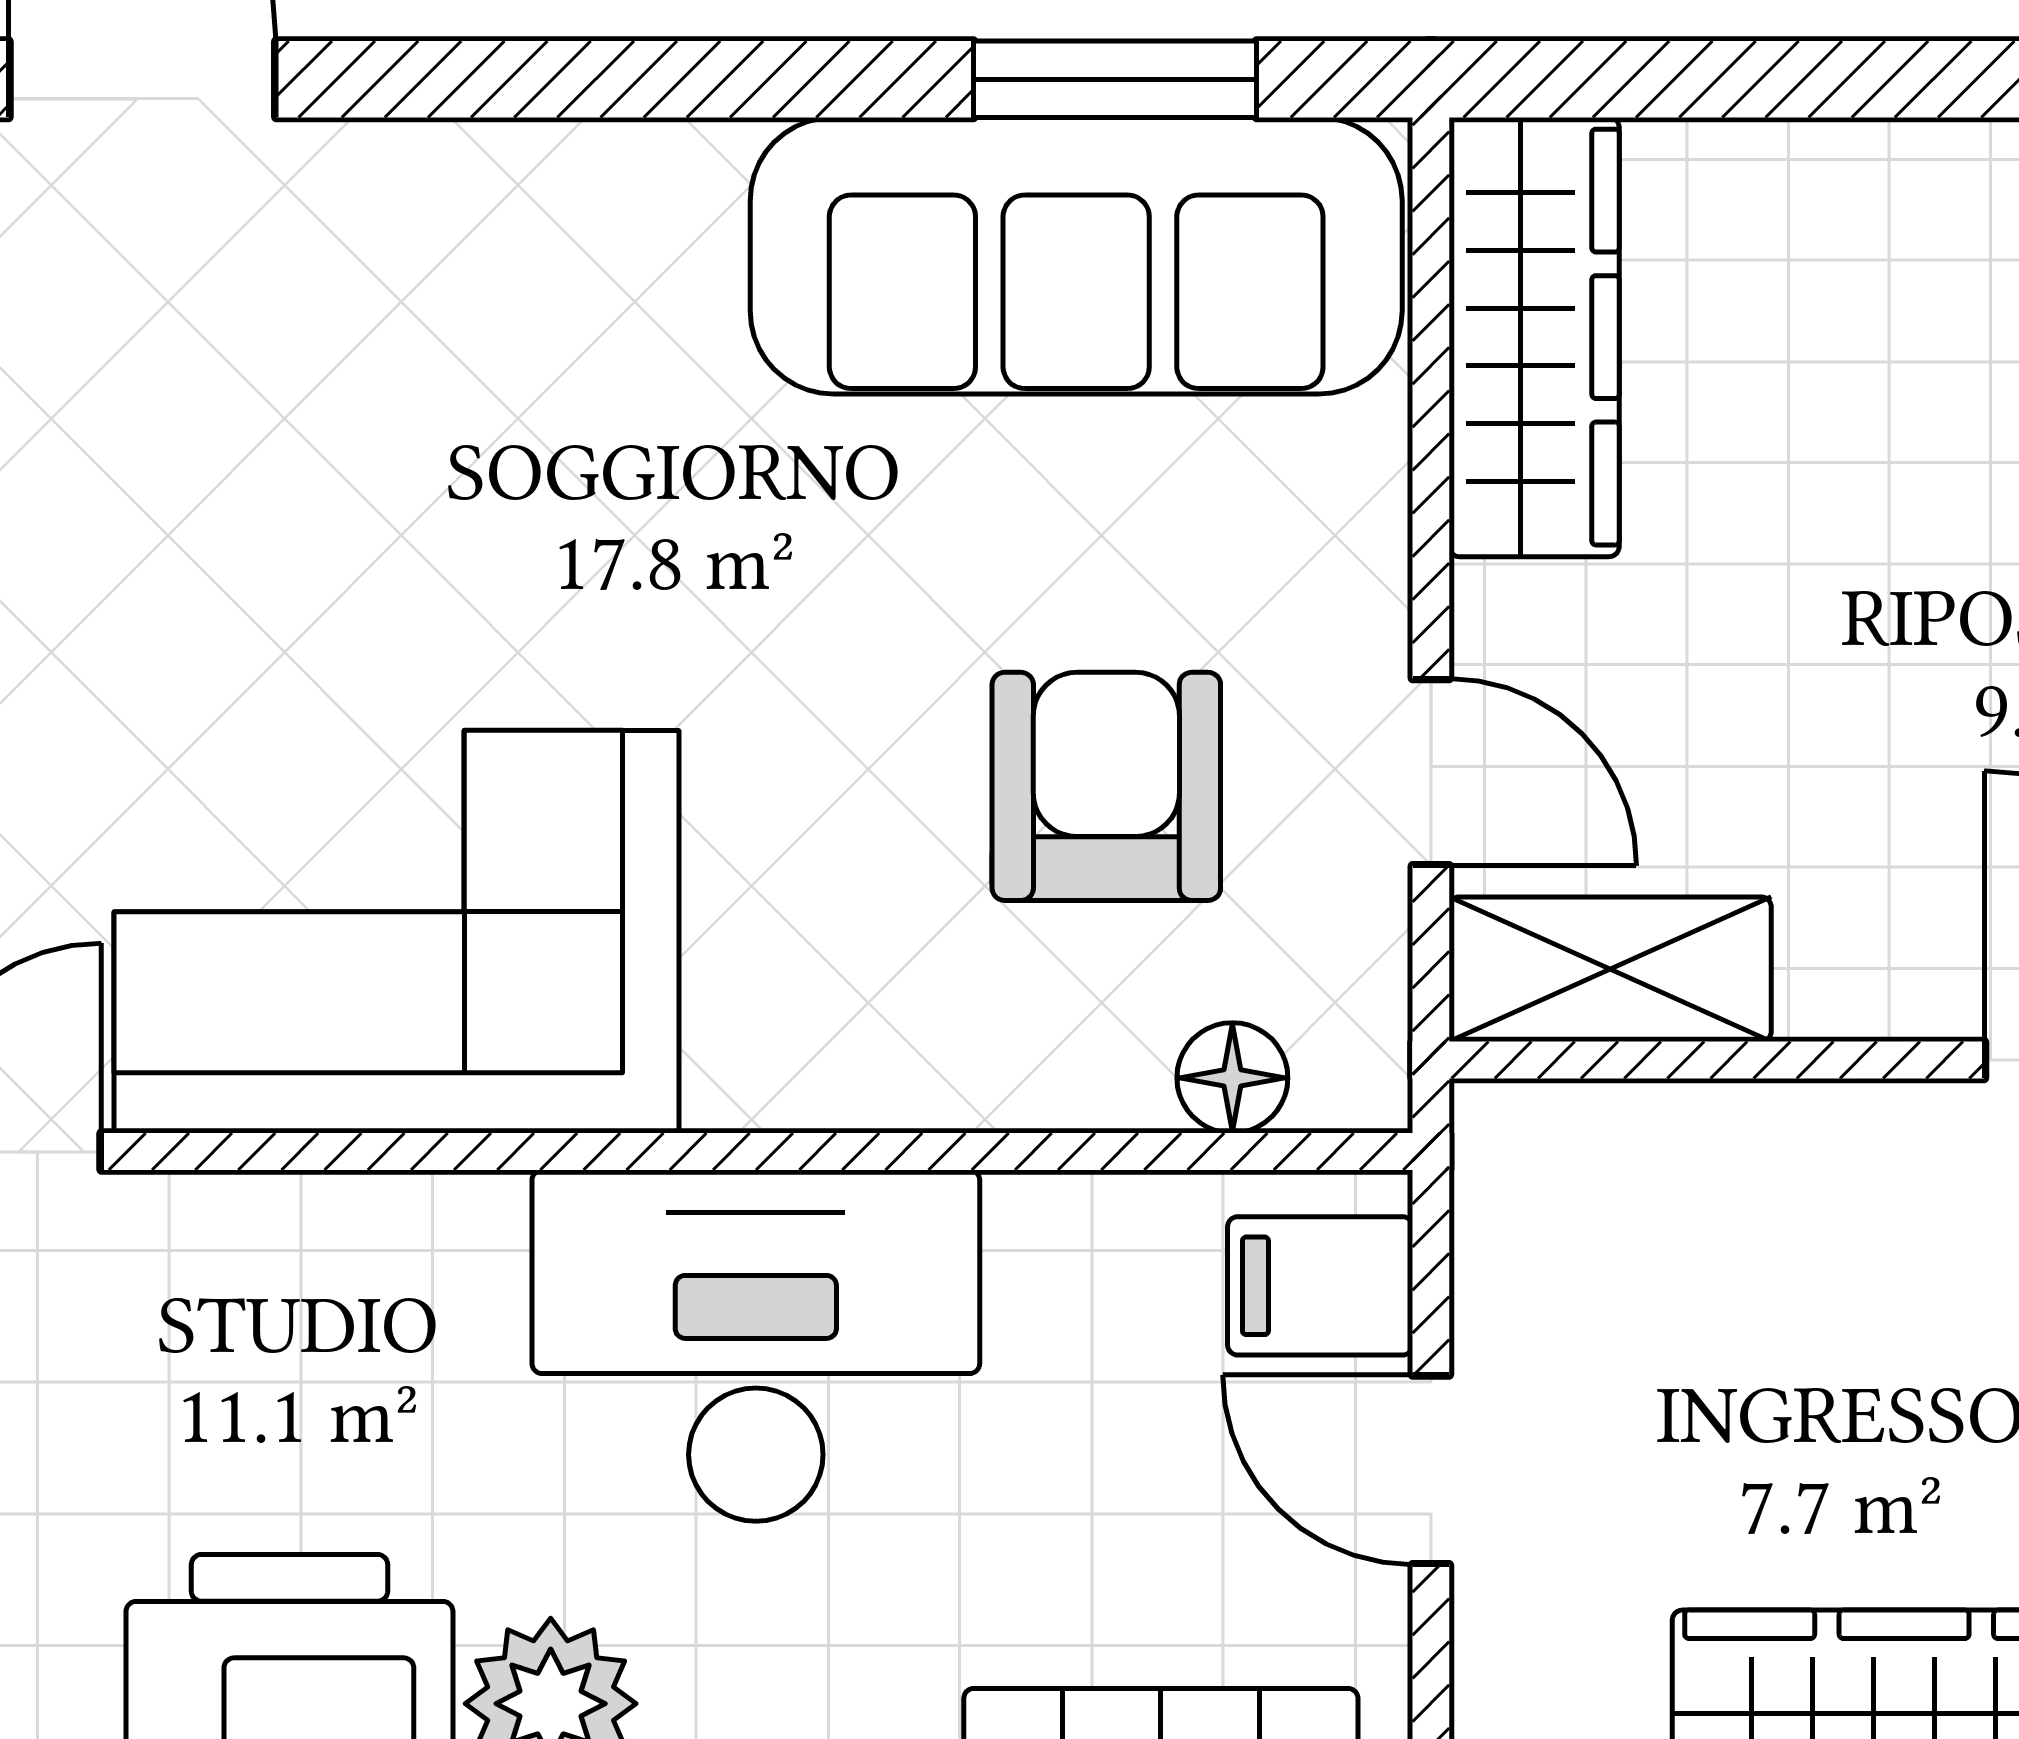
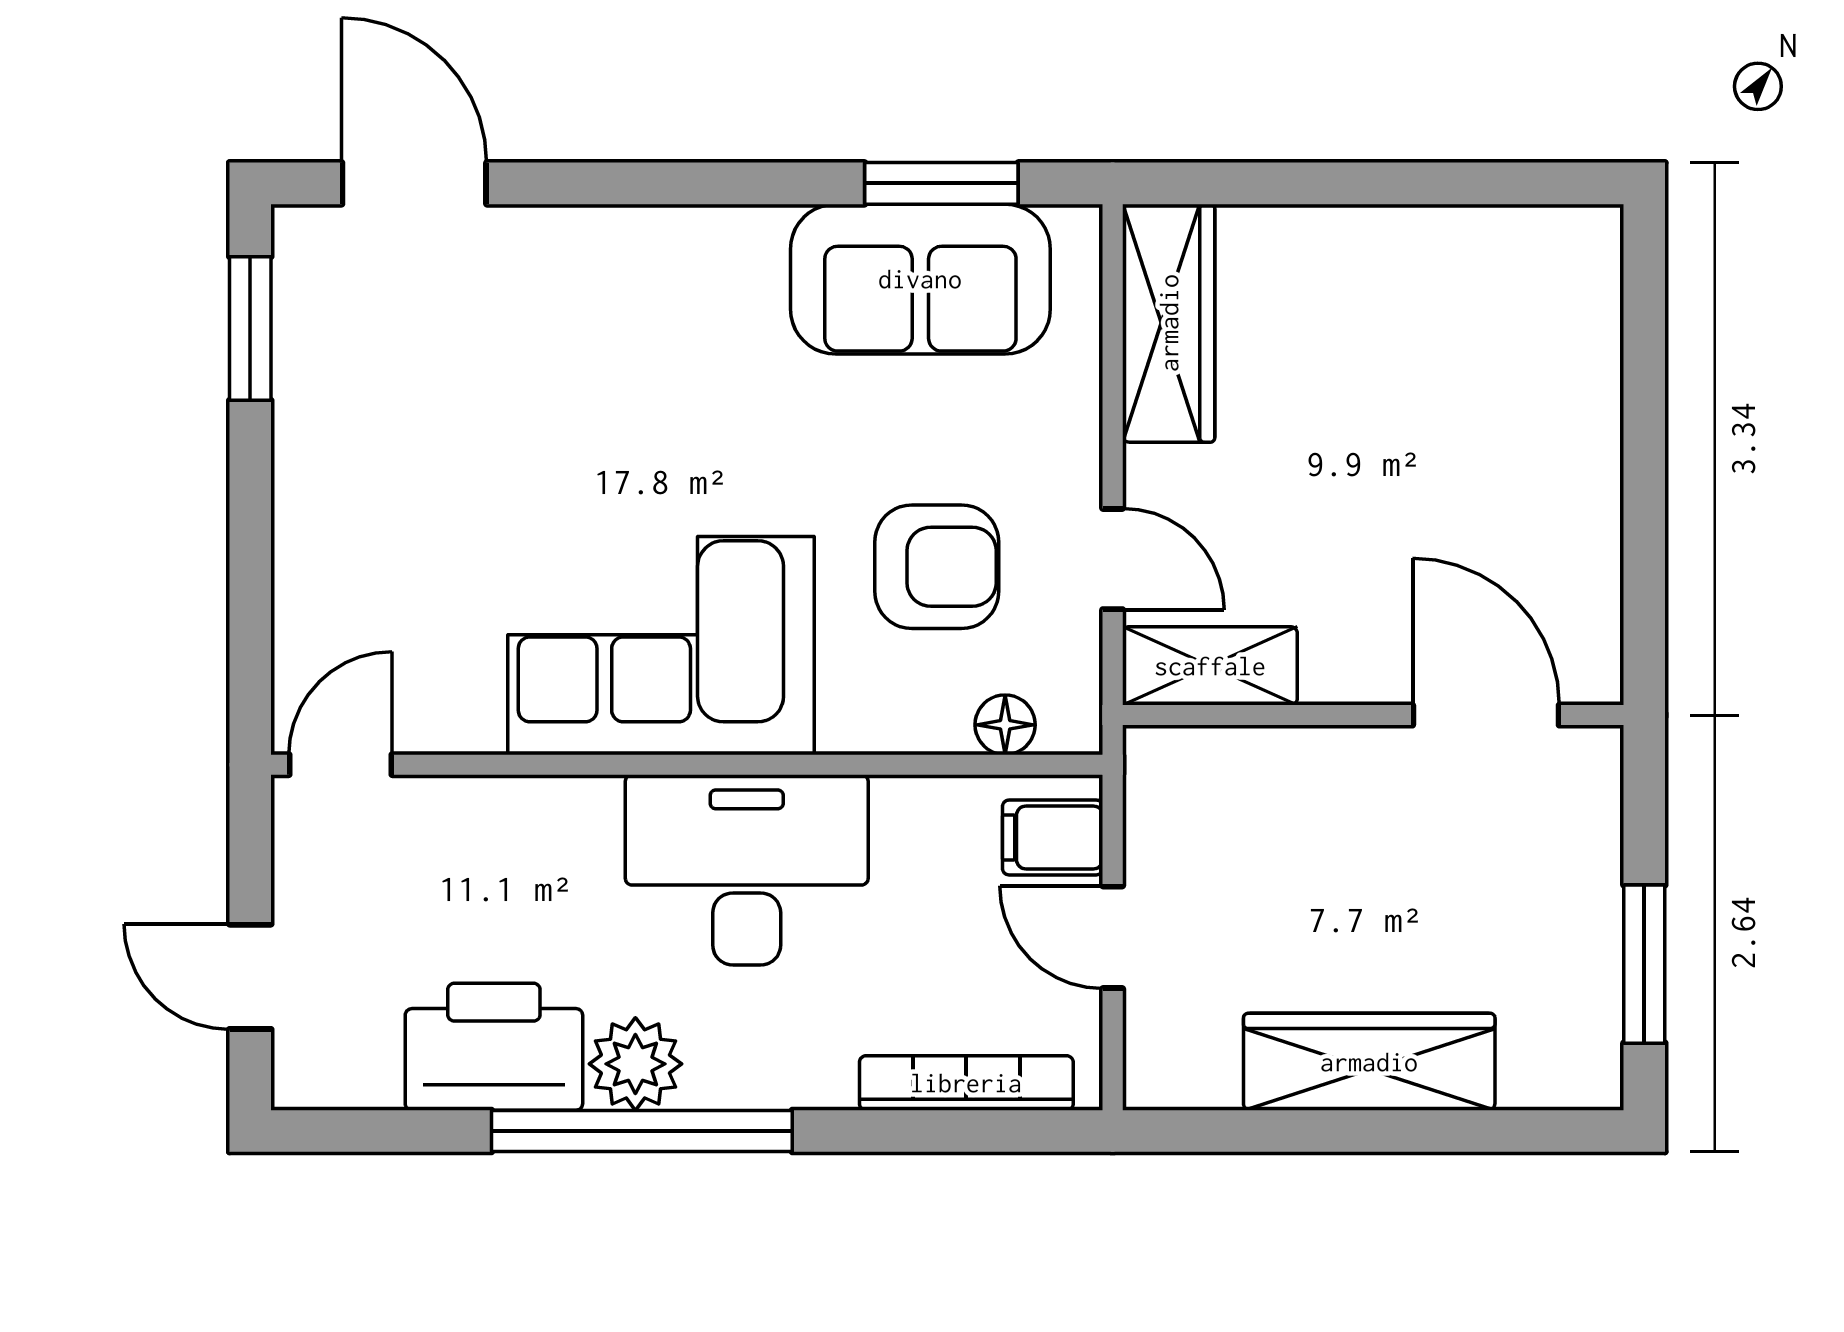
sofa: (1076, 256) -> (920, 279), width x0.73
armchair: (1106, 786) -> (937, 567), turned 90
corner sofa: (397, 932) -> (661, 646), moved

